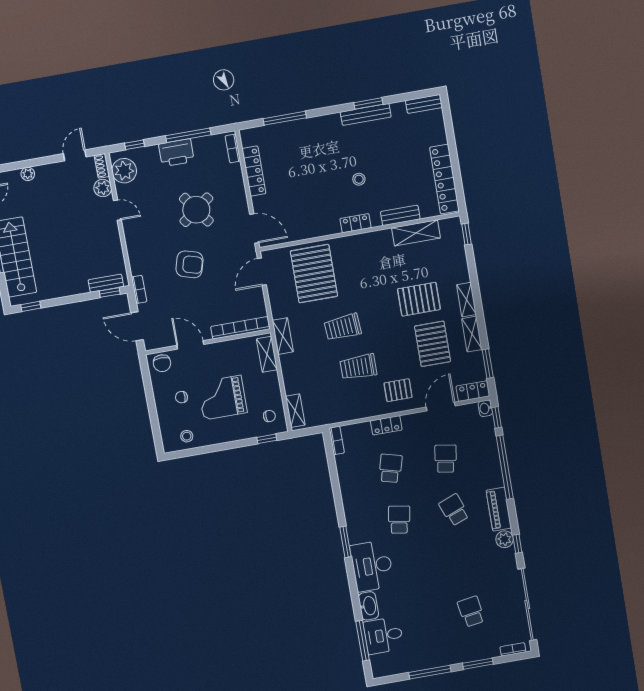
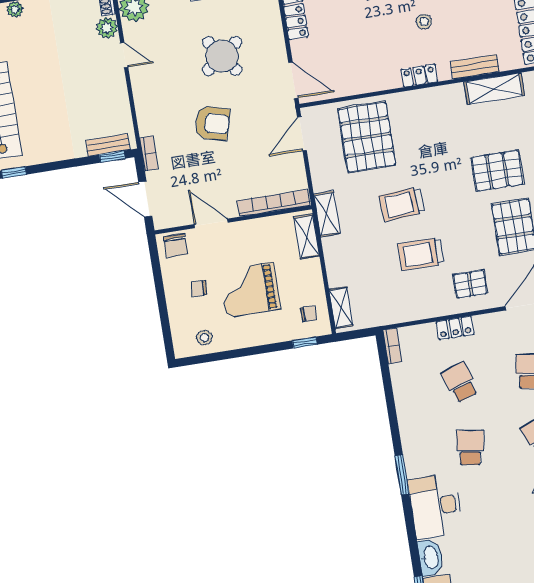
school desk: (390, 468) -> (460, 382), turned -33

